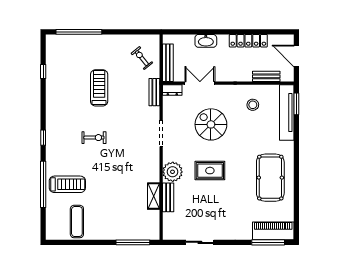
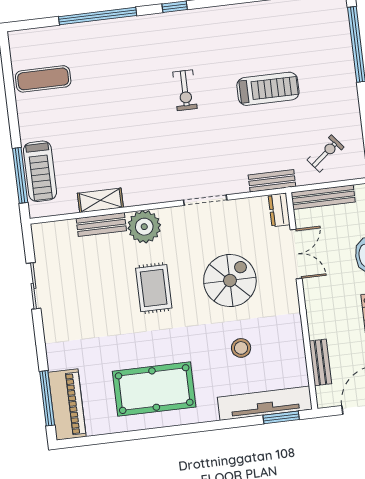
stool: (253, 105) -> (241, 348), moved
treadmill: (67, 184) -> (40, 171), moved

